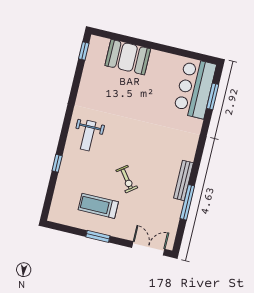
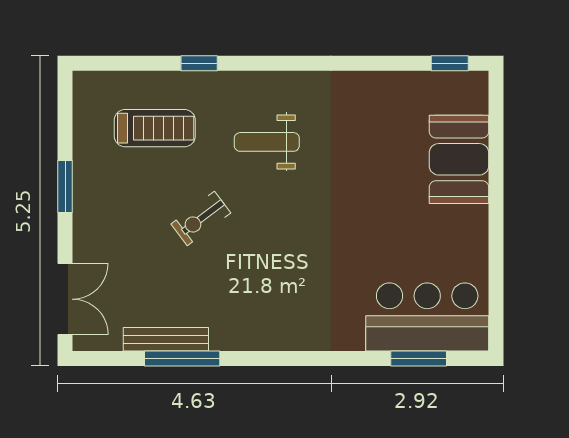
weight bench: (88, 136) -> (267, 142), moved
bench: (183, 180) -> (166, 339), moved
treadmill: (98, 206) -> (155, 128), moved, turned 90

